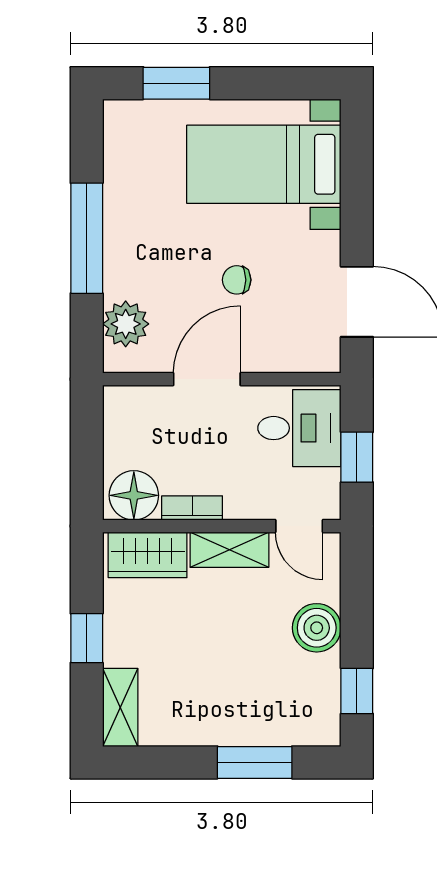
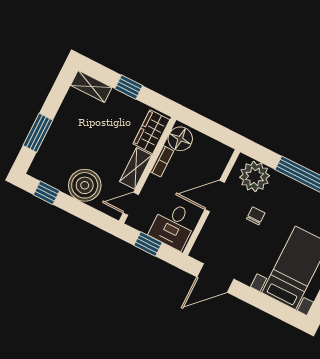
chair: (237, 280) -> (256, 216), moved
plant: (126, 324) -> (255, 177), width x1.36, depth x1.36
door: (207, 379) -> (215, 196), swing flipped
boiler: (317, 628) -> (85, 185), width x1.37, depth x1.37

